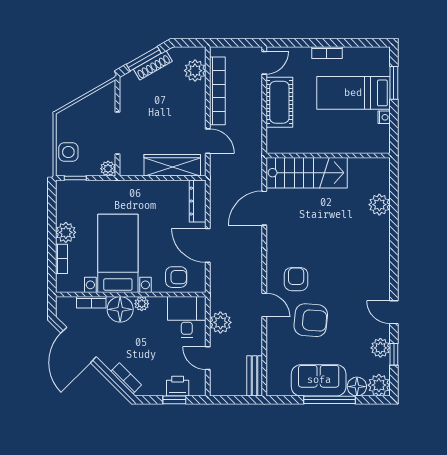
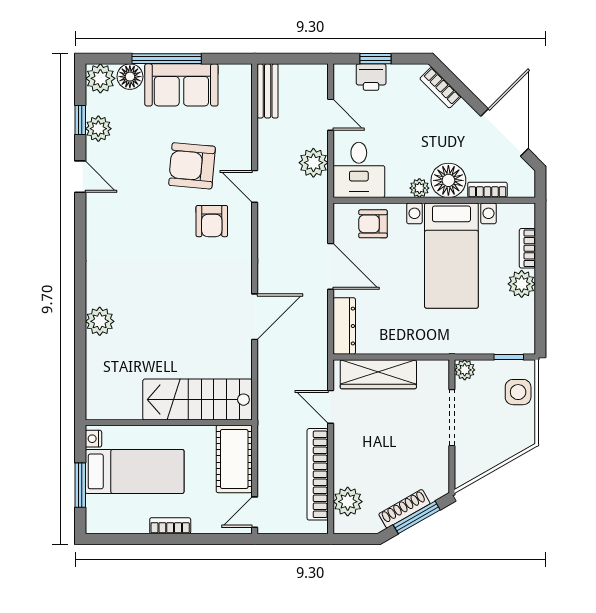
wall: (328, 156) -> (169, 423), moved
stairs: (307, 173) -> (198, 400), moved

